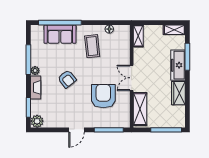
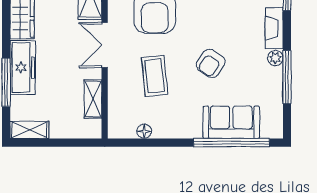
shelving: (138, 36) -> (93, 99), moved
coffee table: (92, 46) -> (155, 76), moved
double door: (132, 78) -> (105, 45), swing flipped
armchair: (67, 79) -> (211, 63), moved, turned -107

